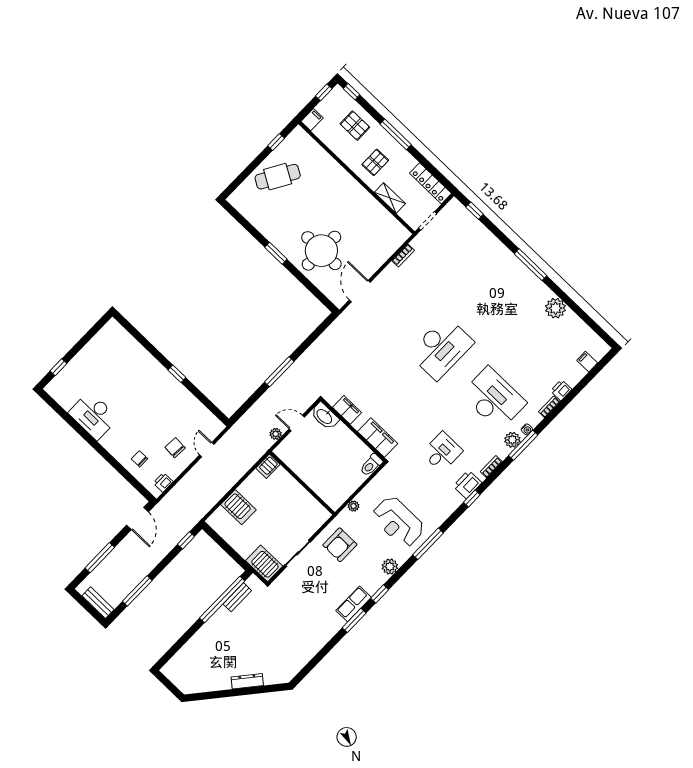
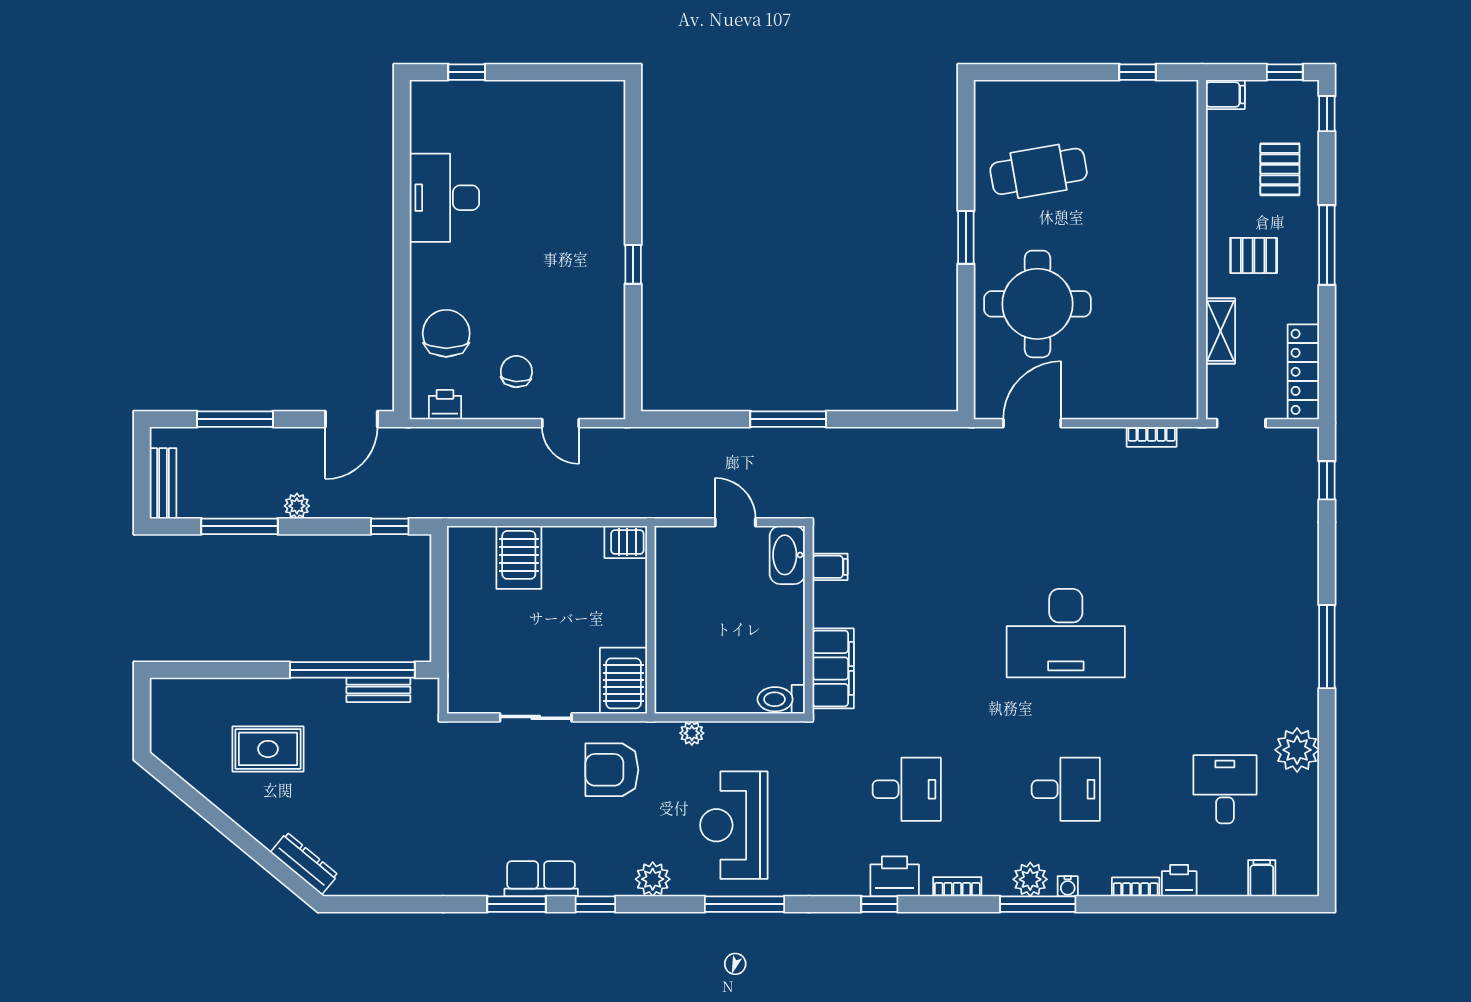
cafe table: (278, 177) -> (1039, 171), moved, turned -40
desk: (545, 345) -> (1225, 789), added
desk: (494, 399) -> (1066, 789), width x0.53, depth x0.77
filing cabinet: (347, 410) -> (830, 567), width x0.50
plant: (276, 434) -> (297, 506), moved
door: (207, 450) -> (560, 423), swing flipped
chair: (140, 459) -> (446, 333), width x1.87, depth x1.87
server rack: (264, 563) -> (623, 681), moved
rug: (221, 654) -> (268, 749), added
dresser: (247, 681) -> (304, 864), moved

